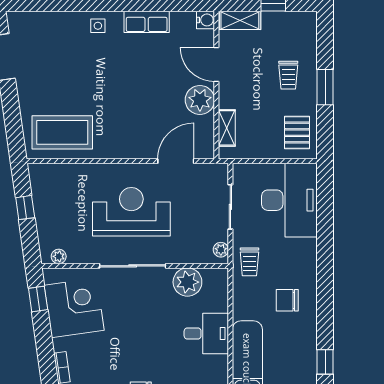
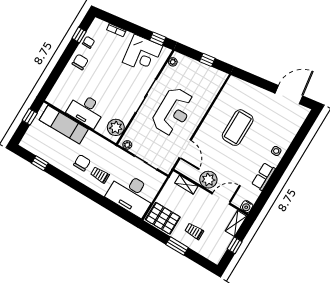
coffee table: (62, 132) -> (238, 128), moved
pallet: (297, 133) -> (163, 218), width x1.50, depth x1.42
trolley: (249, 262) -> (100, 175), moved
plant: (187, 282) -> (116, 127), moved
desk: (206, 334) -> (86, 110), width x1.37

